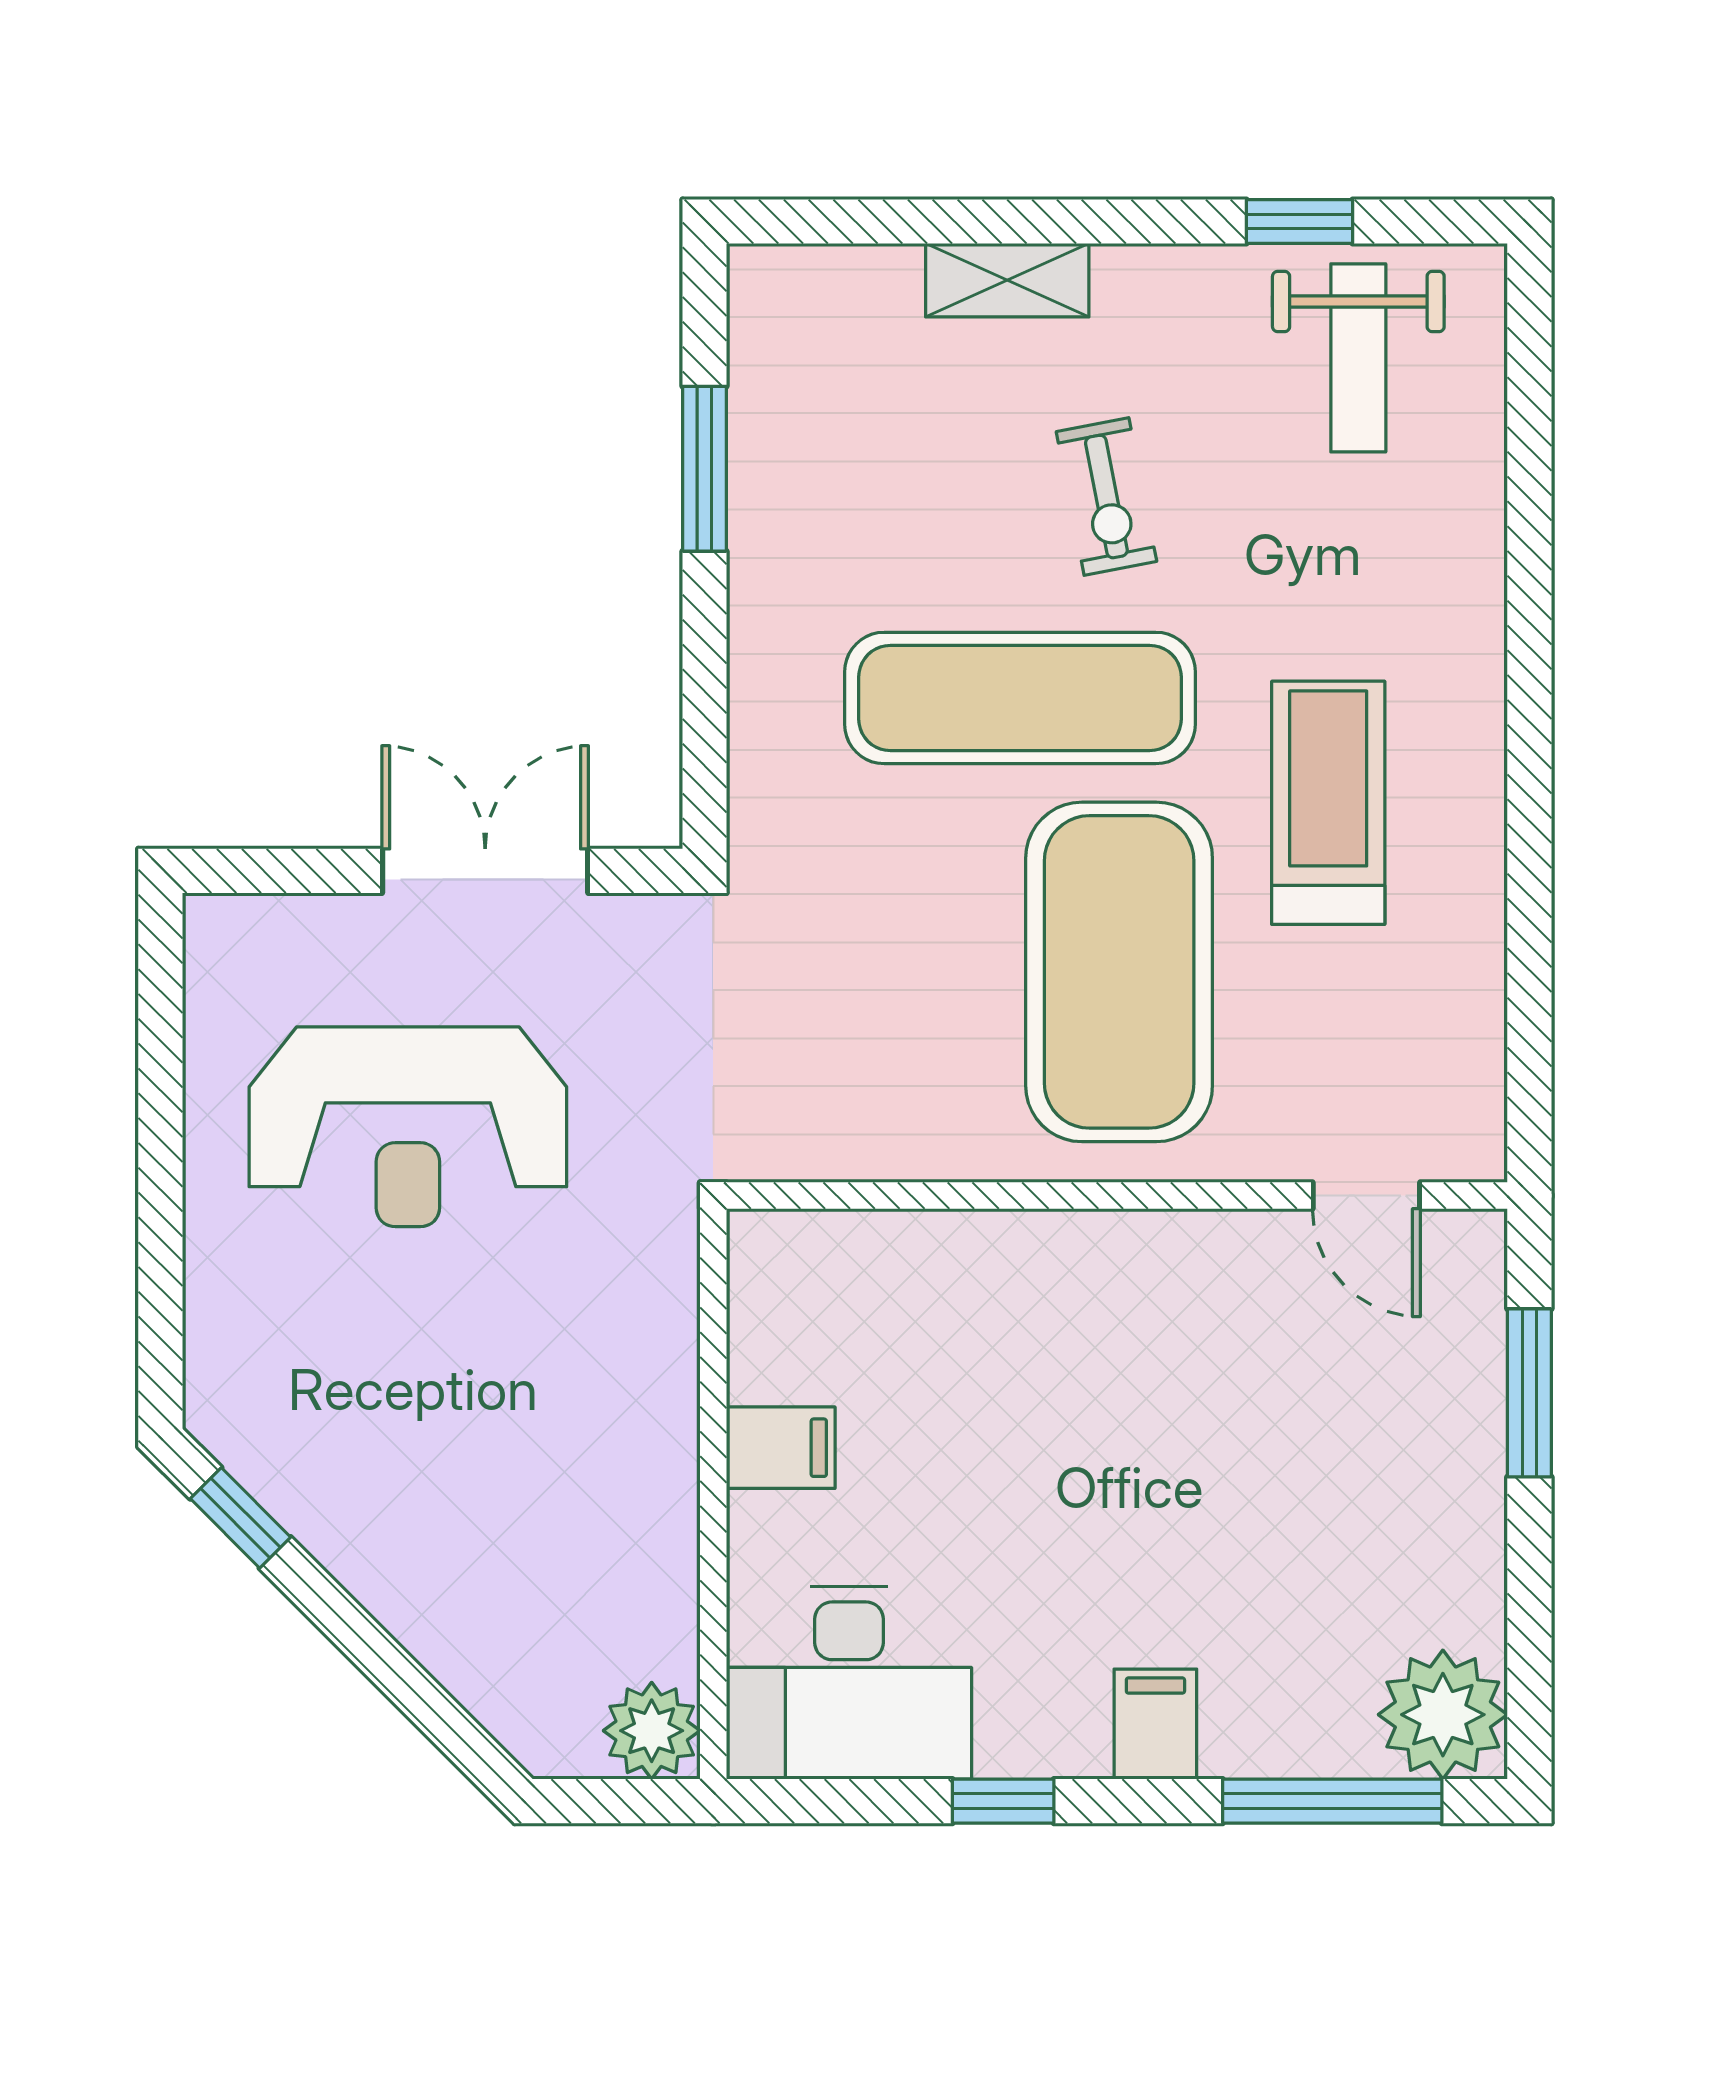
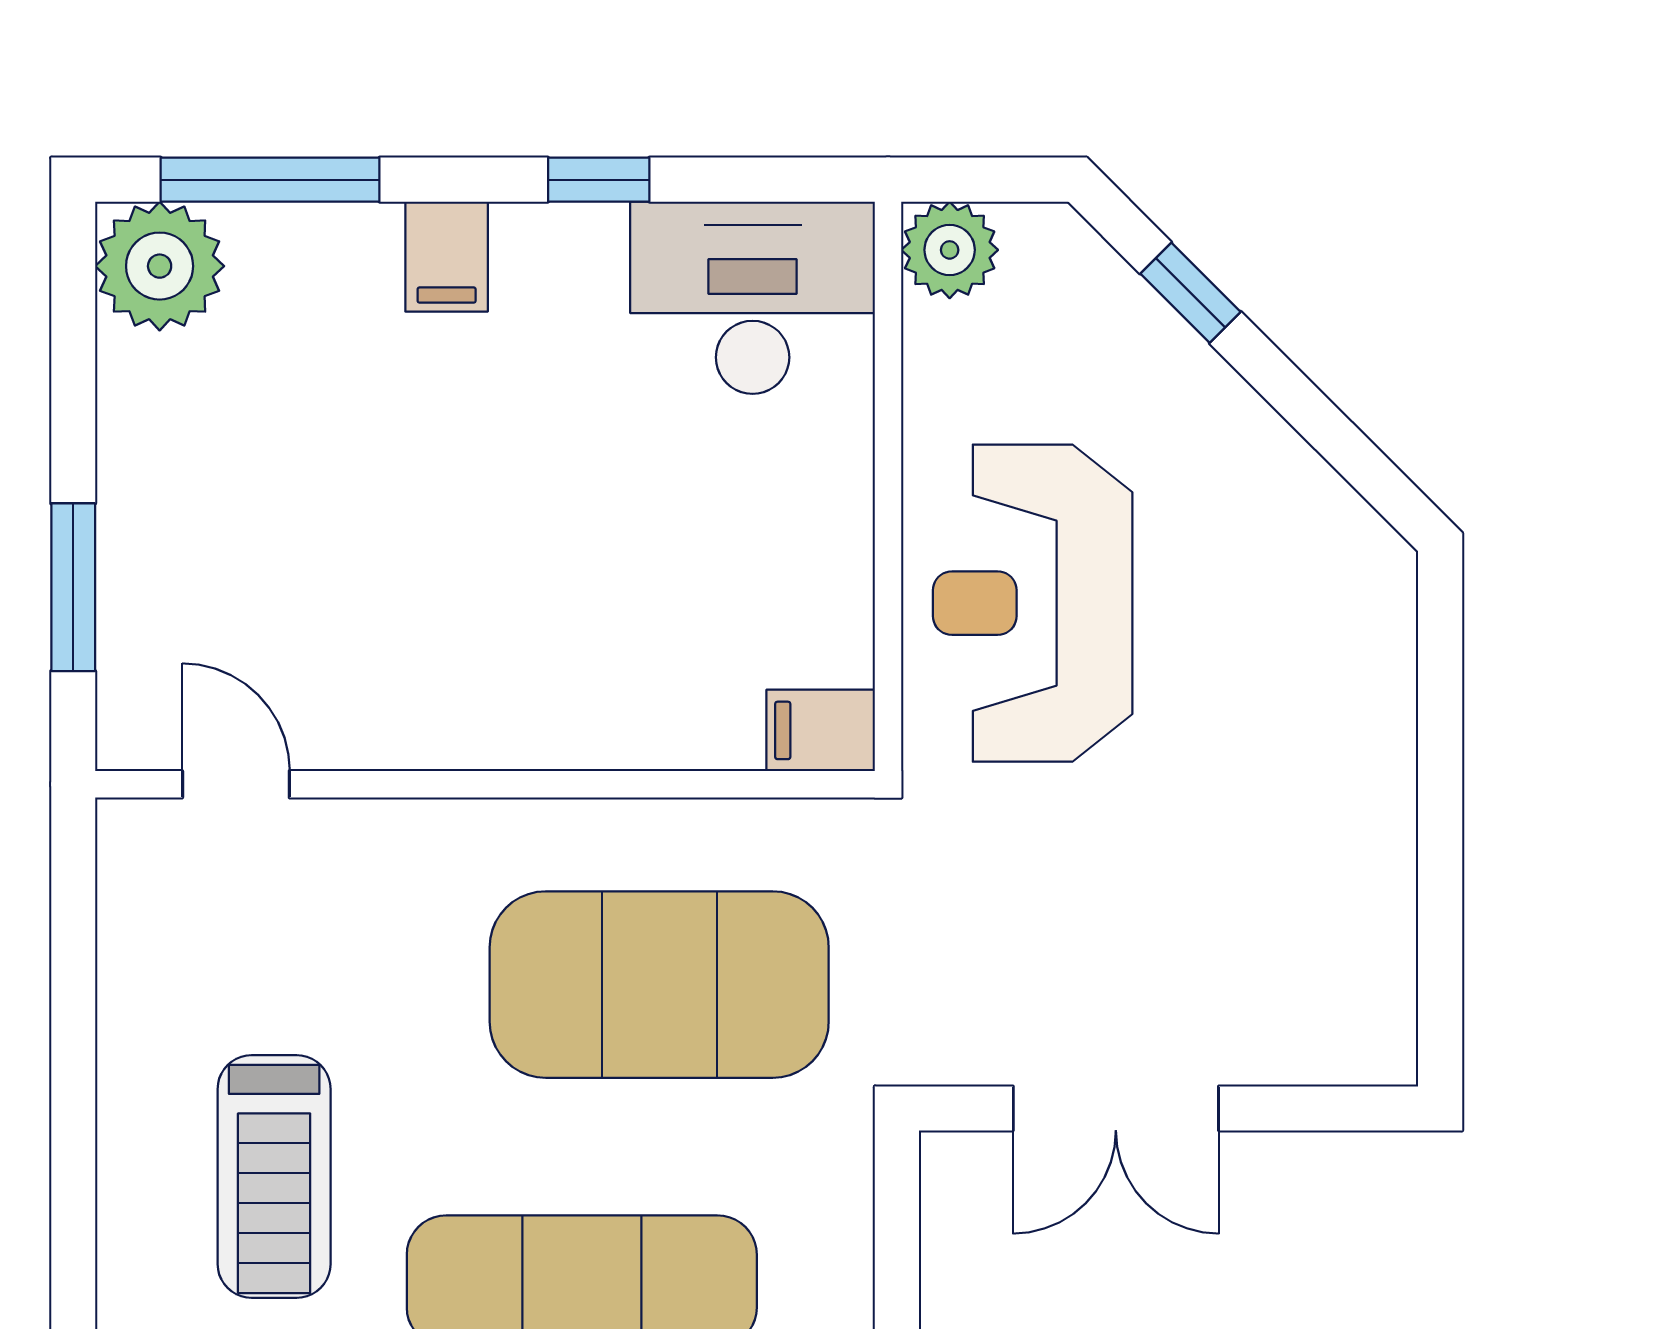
exercise mat: (1119, 972) -> (659, 985), moved, turned 90
reception desk: (408, 1127) -> (1033, 603), moved, turned -90
filing cabinet: (781, 1448) -> (821, 730), moved
window: (240, 1518) -> (1190, 293), moved

